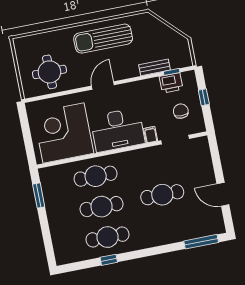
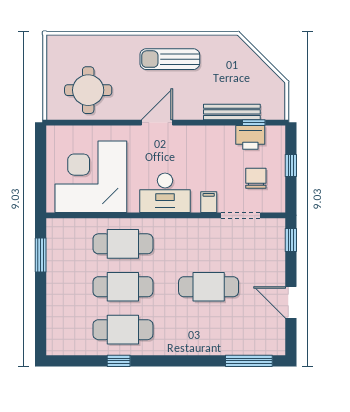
sun lounger: (103, 39) -> (170, 59), width x0.73, depth x0.75
bench: (154, 67) -> (232, 112), width x1.36
desk: (117, 130) -> (165, 193), width x0.73, depth x0.77
window: (214, 150) -> (291, 240), added

